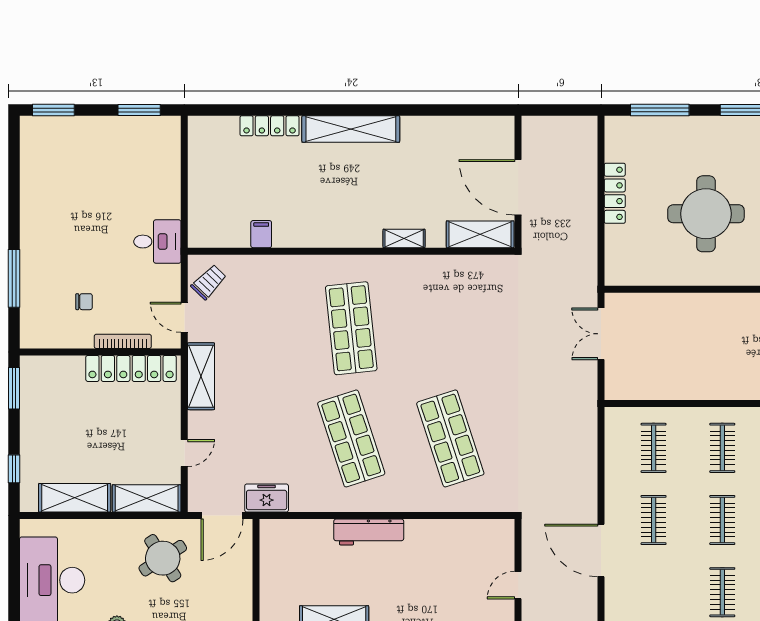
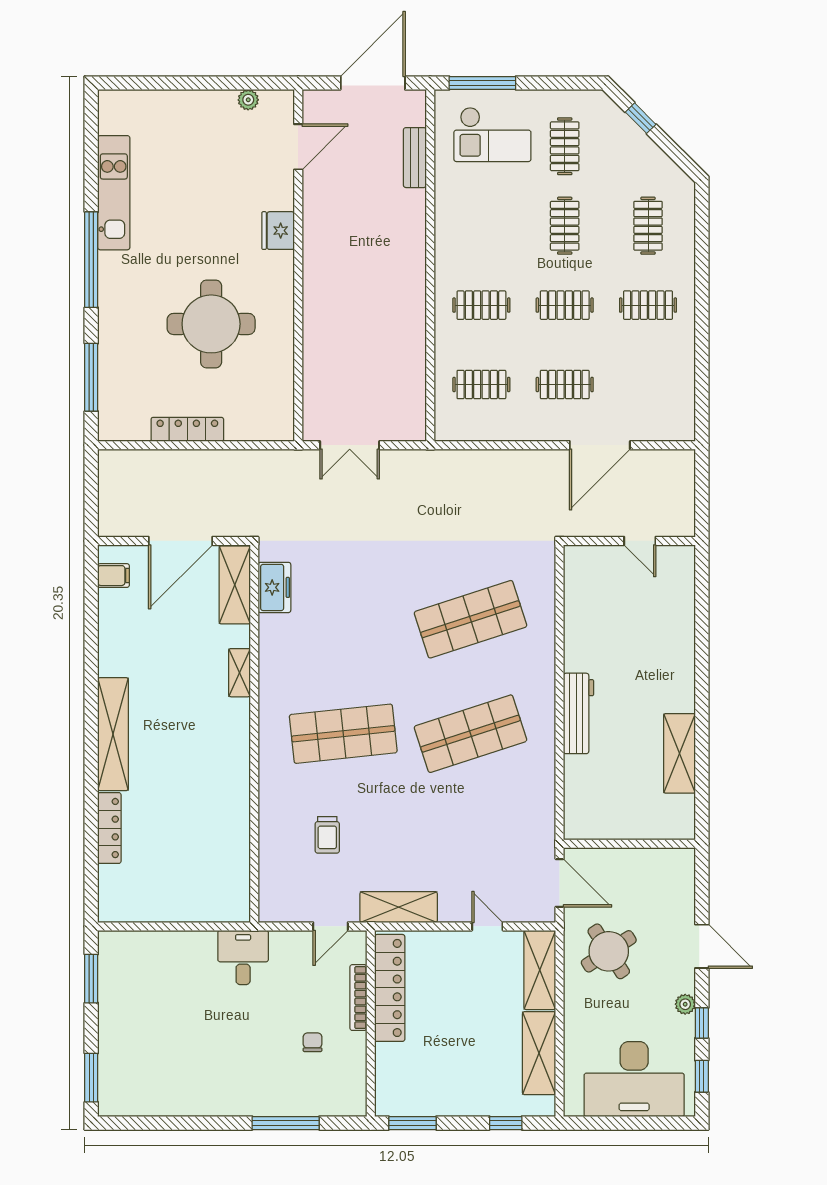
filing cabinet: (261, 234) -> (113, 576), moved, turned 180
trolley: (209, 282) -> (327, 835), moved, turned -134
freezer: (267, 498) -> (274, 587), moved, turned 180

